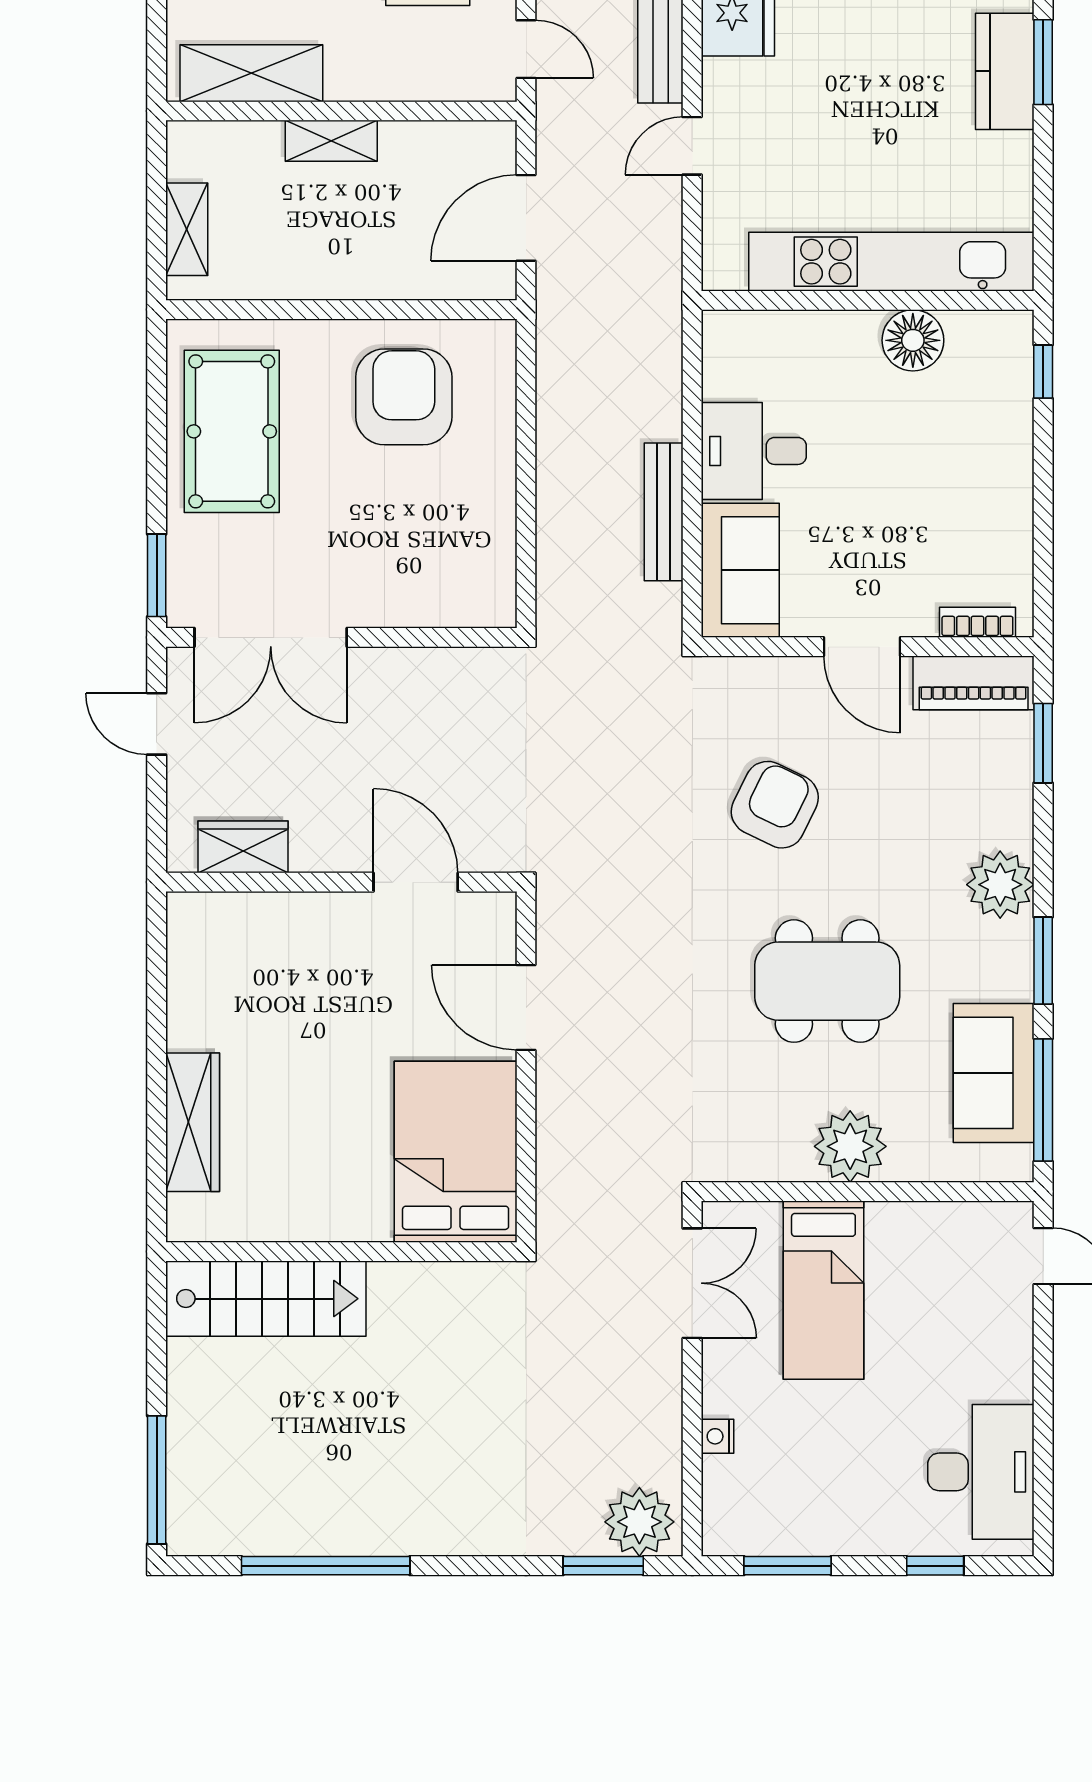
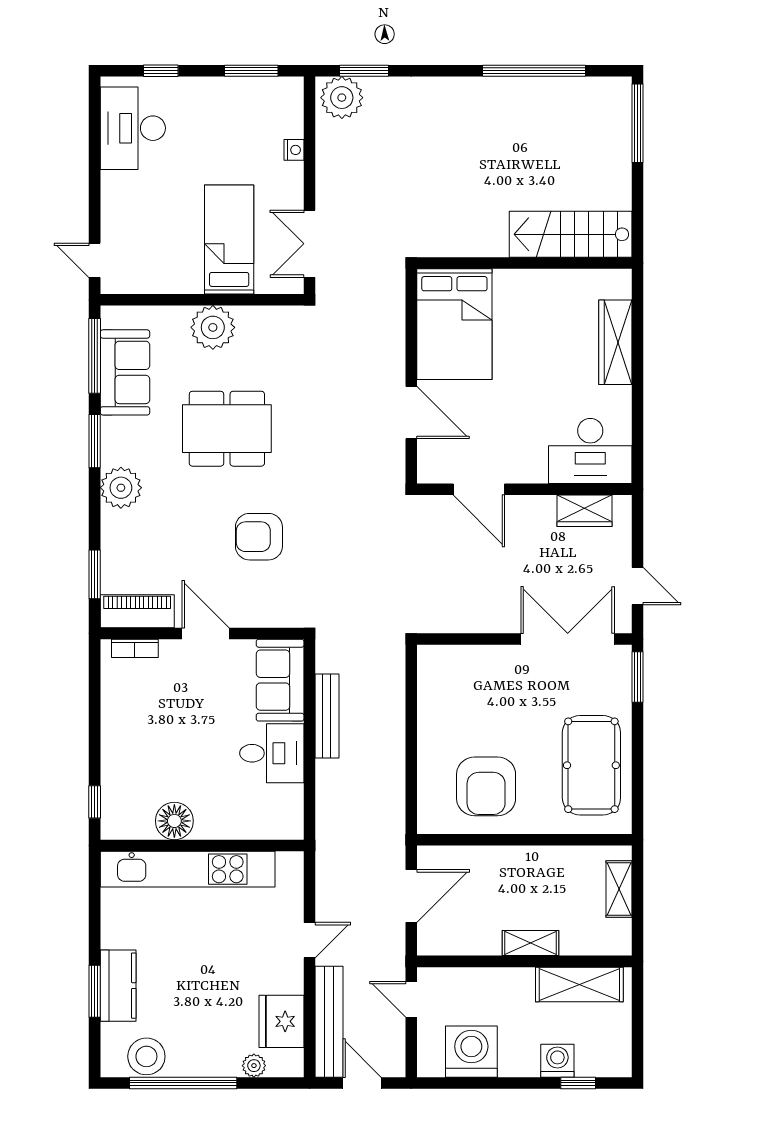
armchair: (775, 805) -> (259, 537), turned 64
desk: (234, 945) -> (590, 451), added

